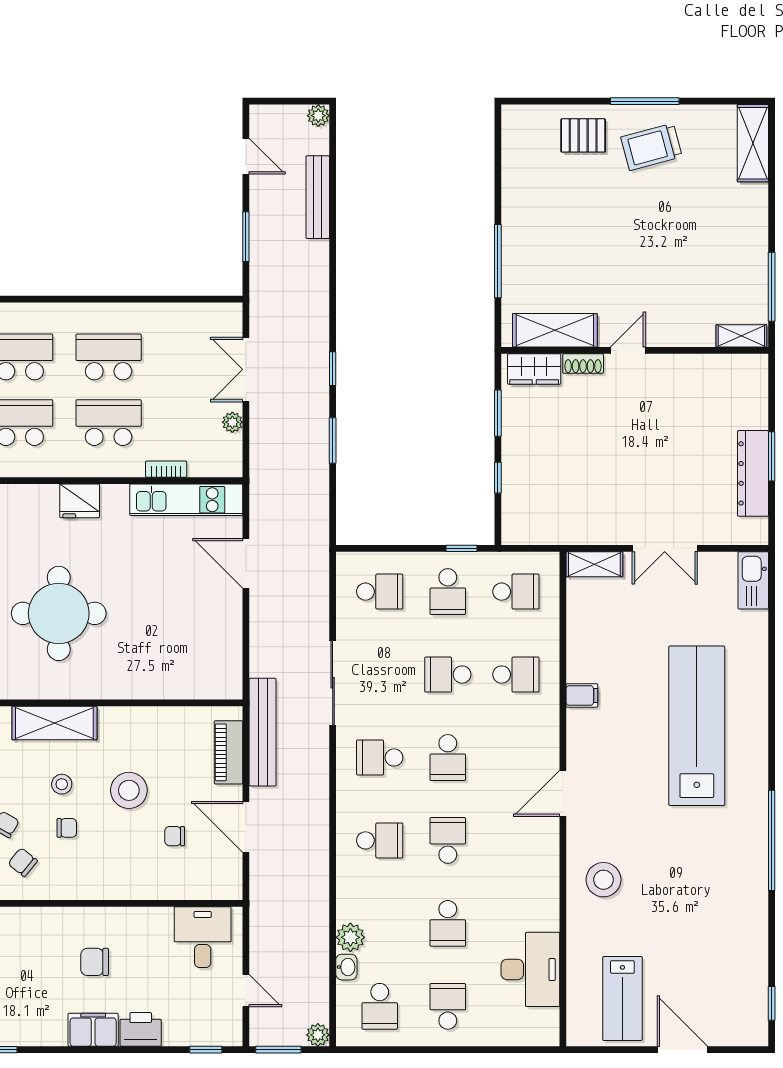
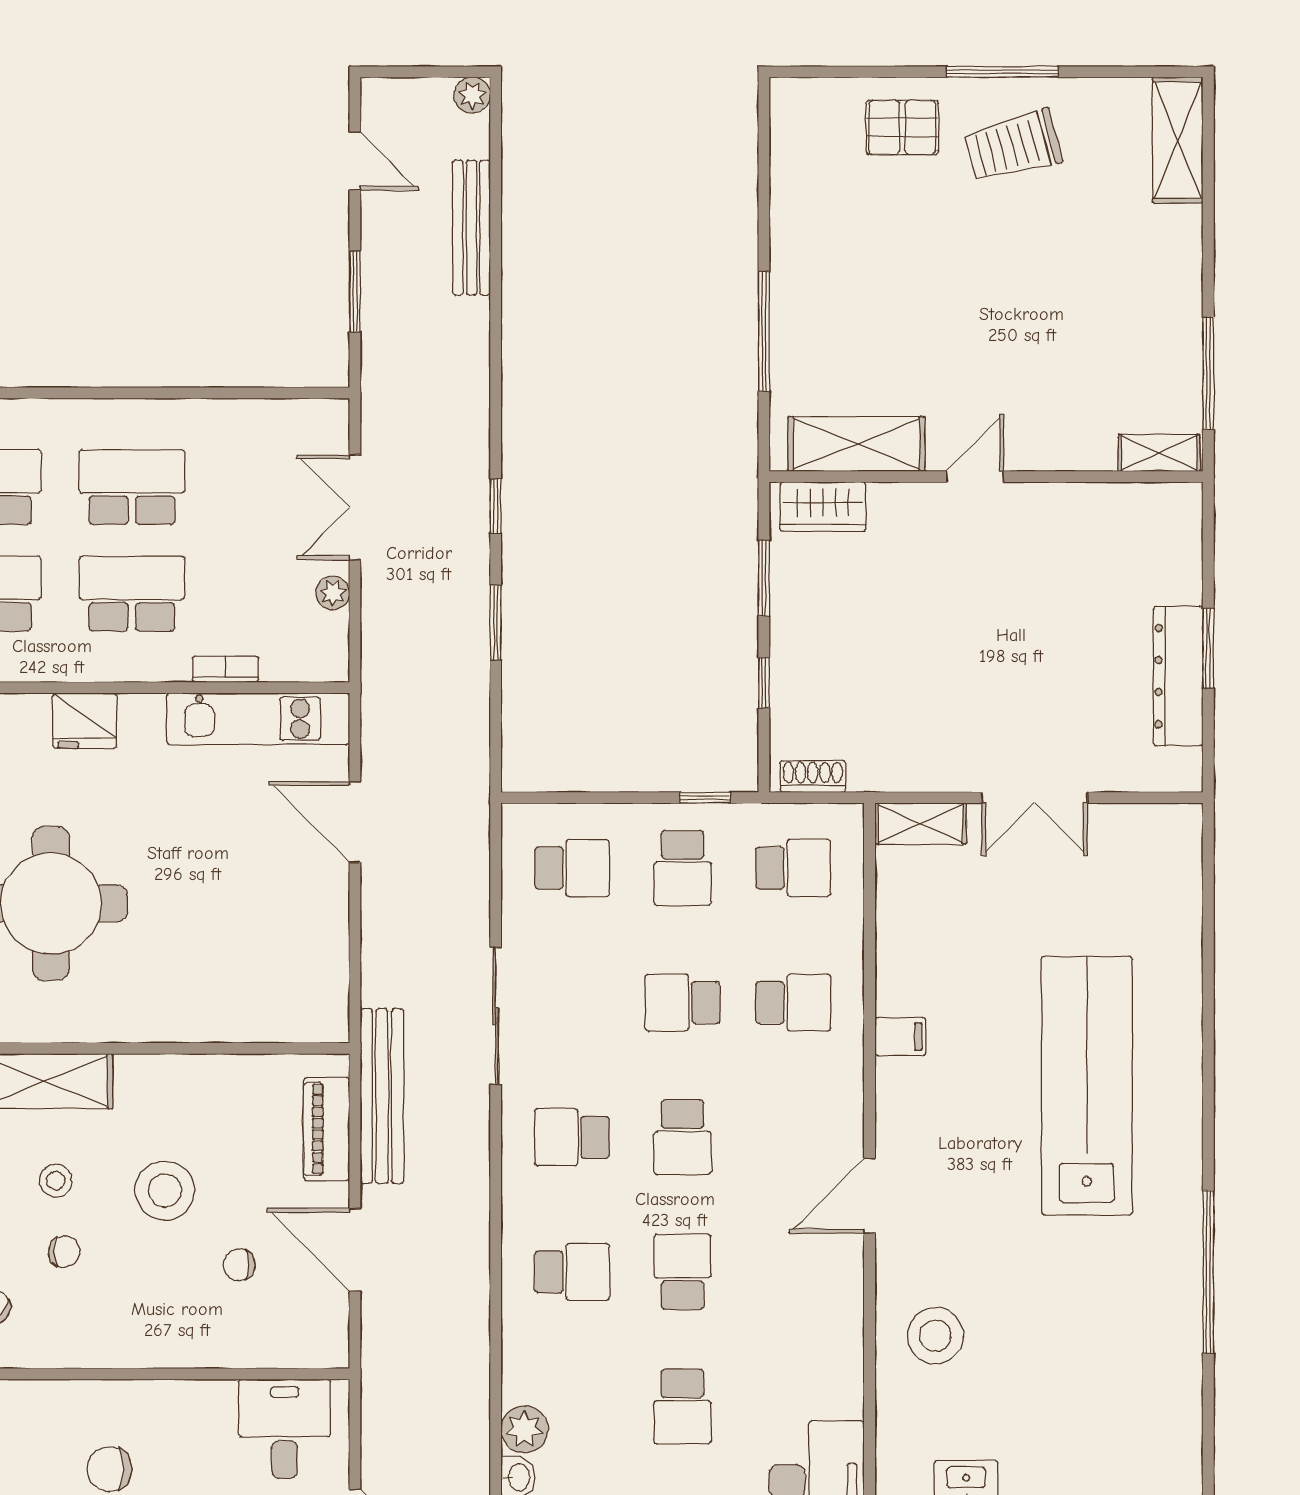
shoe rack: (583, 364) -> (813, 776), moved, turned 180
kitchen sink: (753, 580) -> (1178, 850), removed

